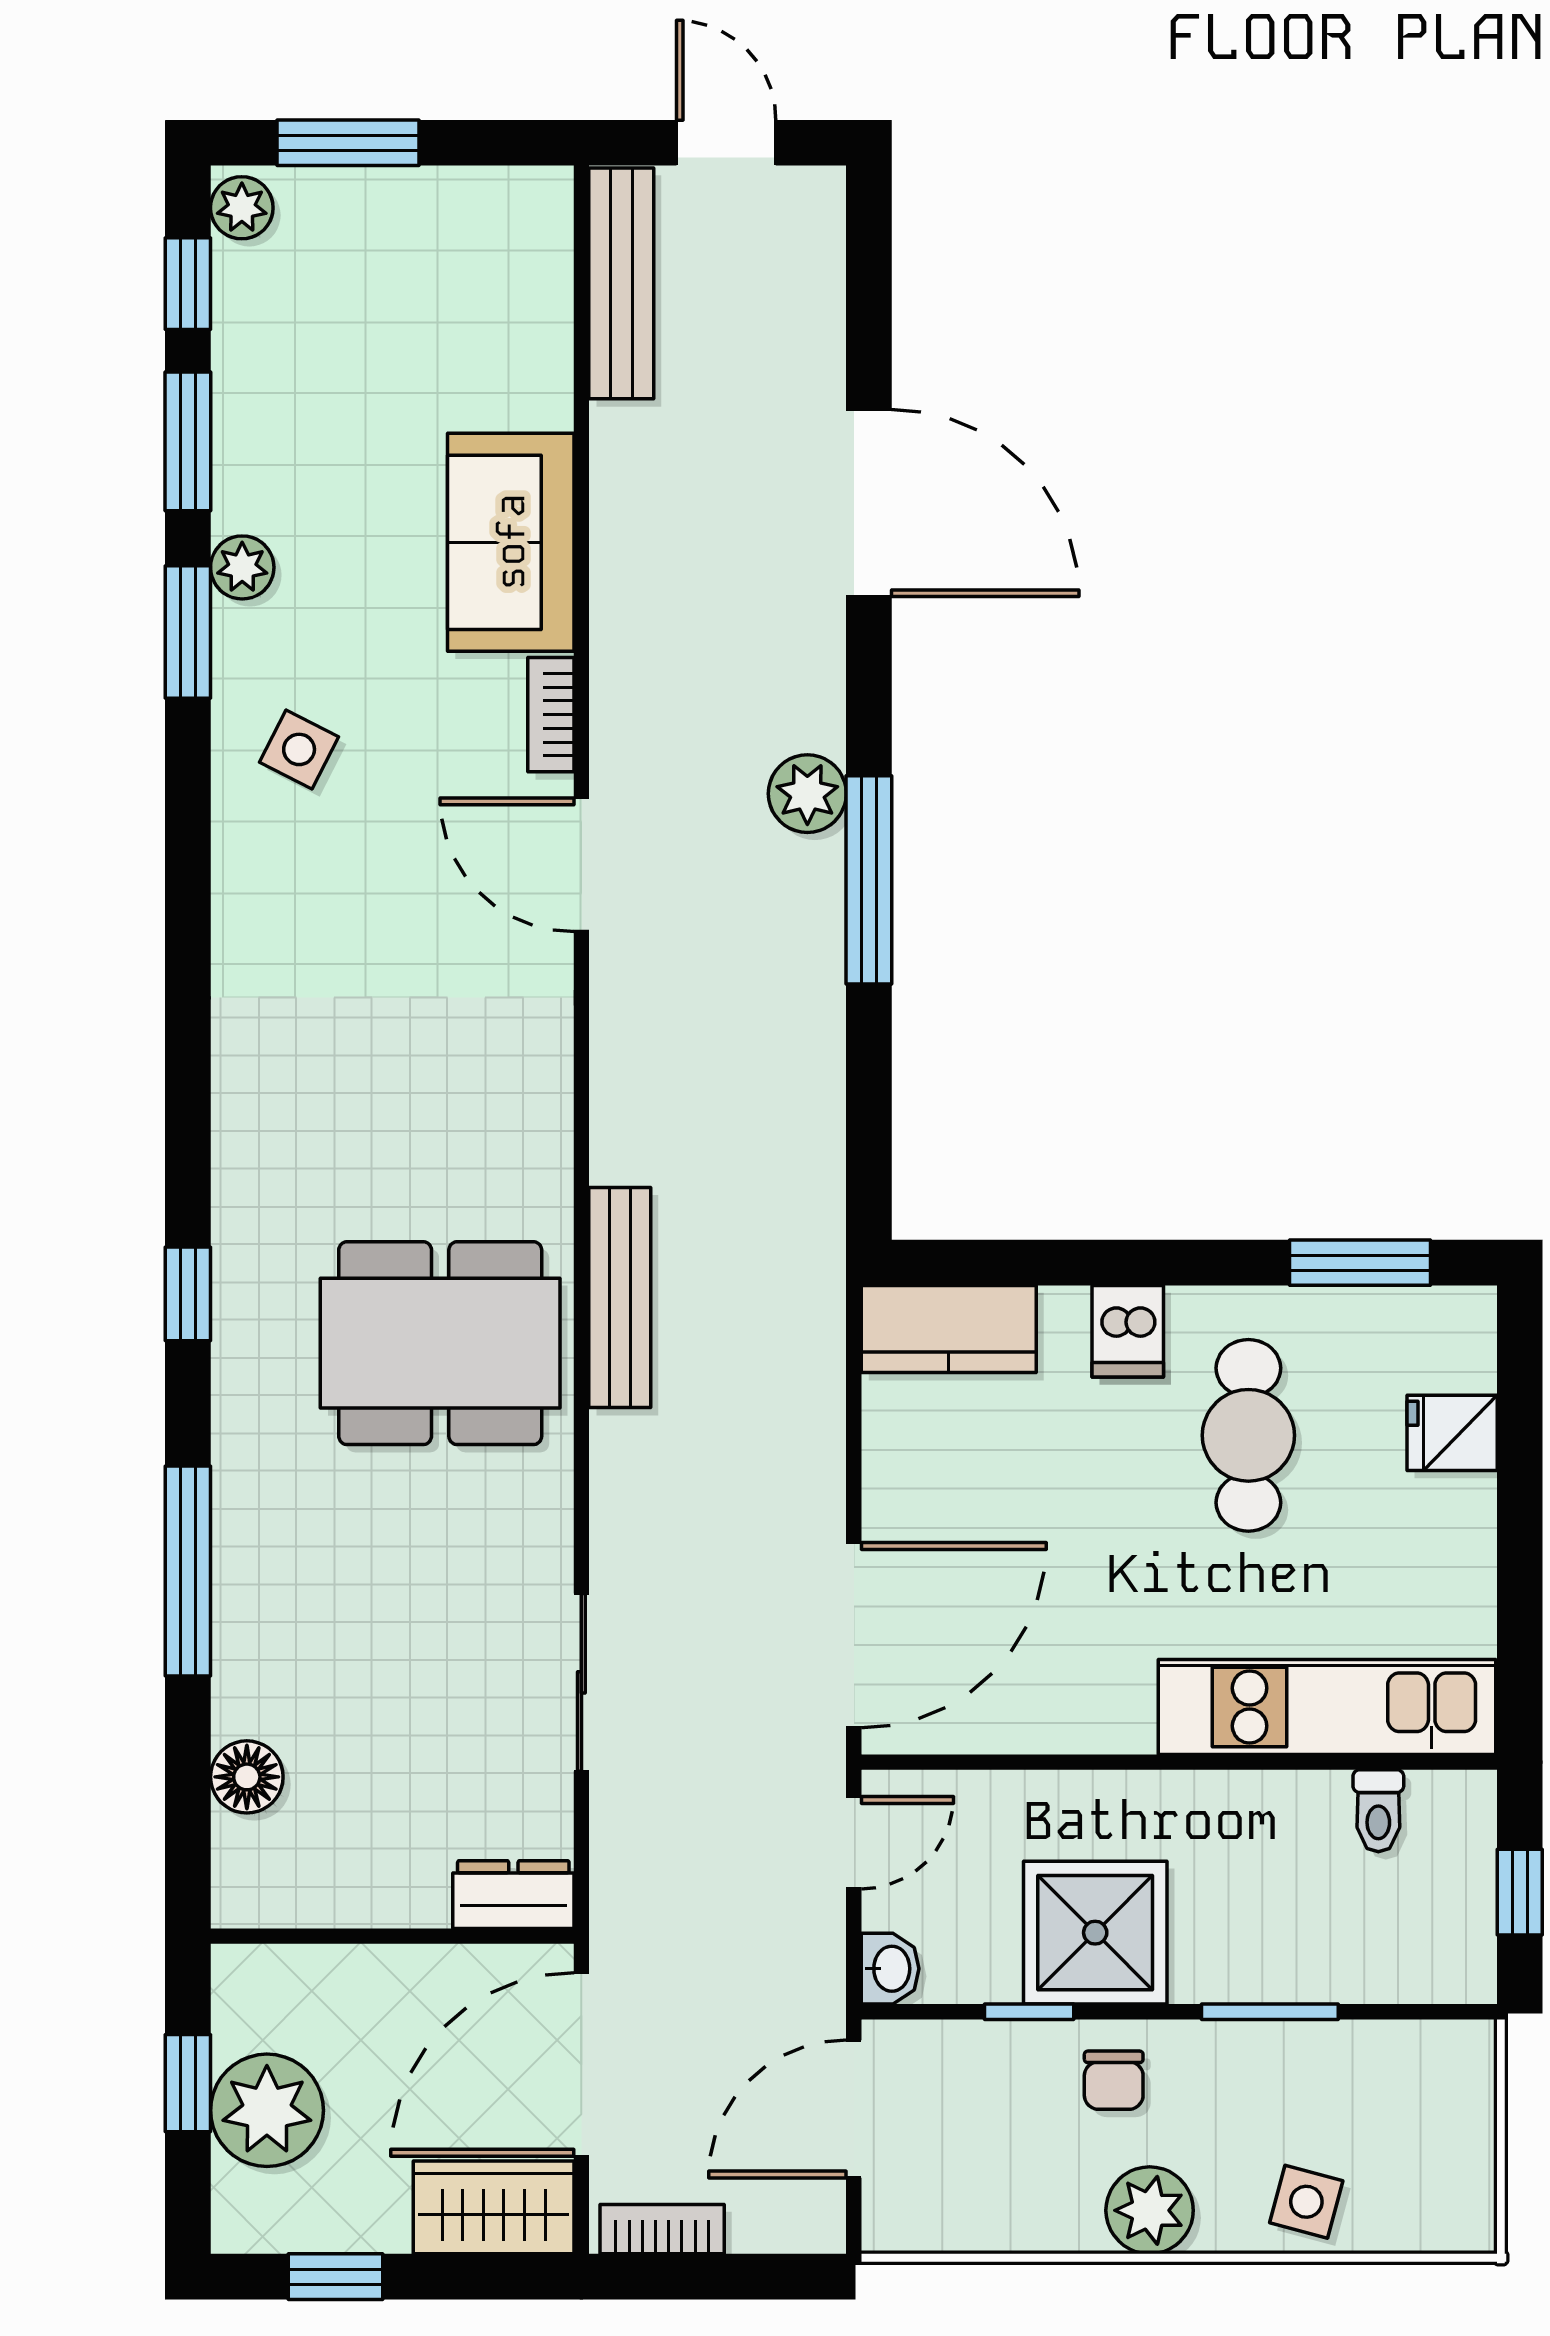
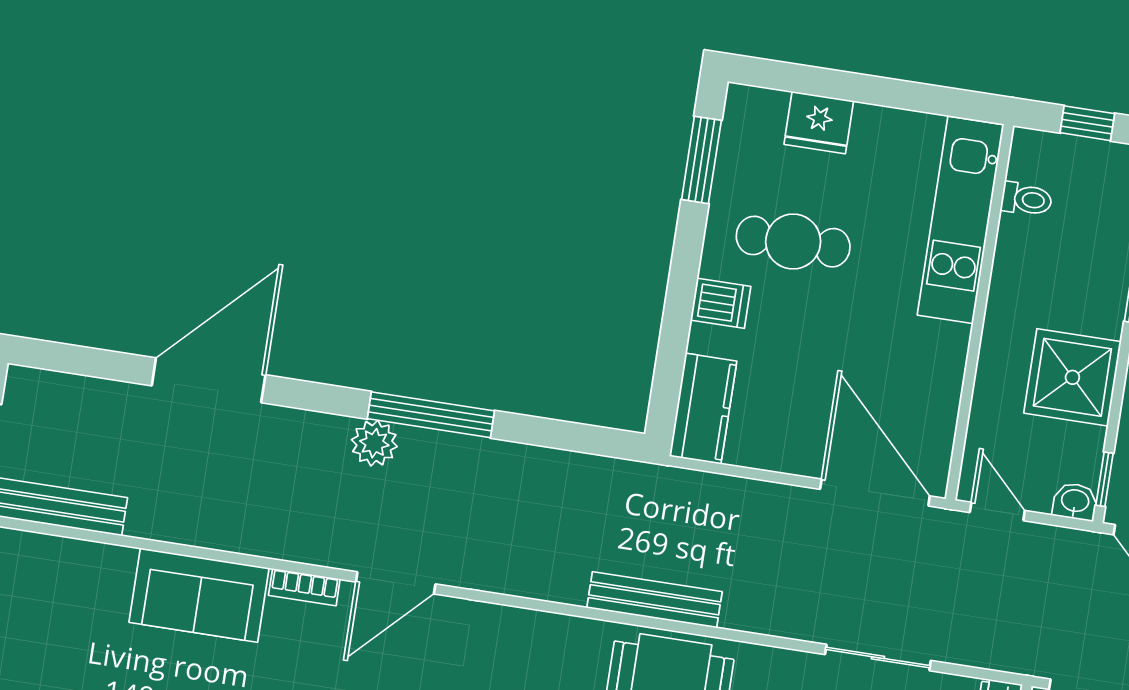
fridge: (1452, 1433) -> (819, 123), width x1.38
window: (1029, 2012) -> (1105, 479), moved

